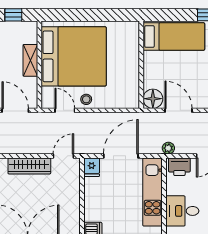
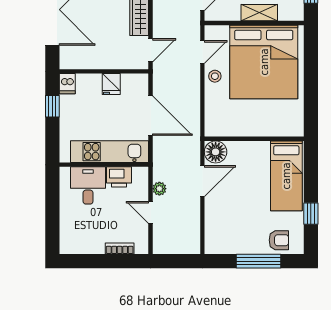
plant: (168, 148) -> (159, 189), moved
door: (63, 156) -> (151, 50), hinge flipped
fridge: (92, 167) -> (111, 84), moved, turned -90
printer: (179, 167) -> (119, 177), moved, turned -90

